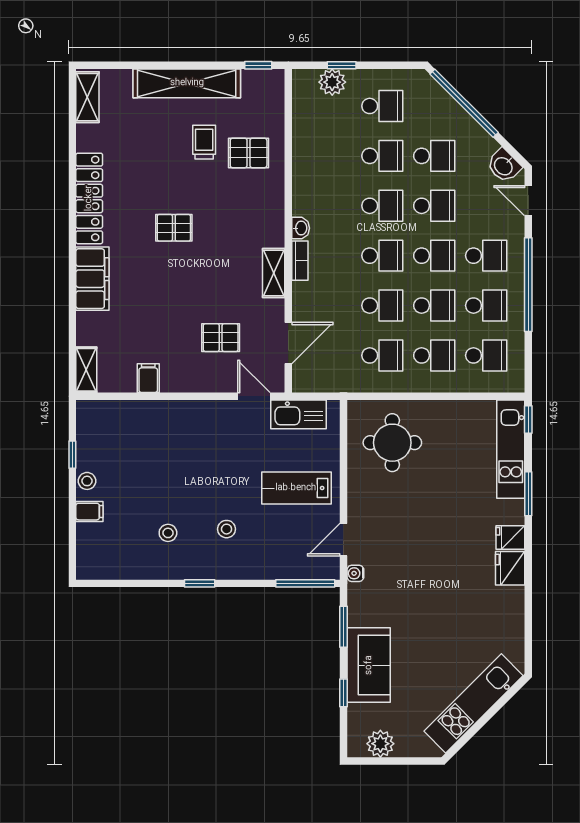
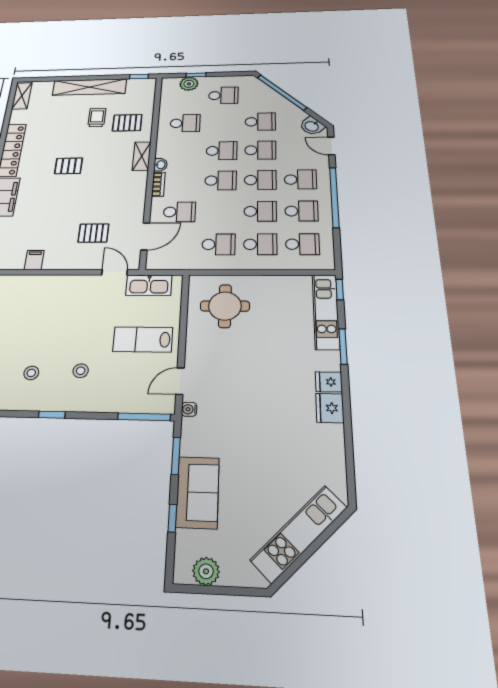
school desk: (382, 156) -> (185, 123), moved
shelving: (274, 273) -> (142, 156), moved
school desk: (382, 306) -> (179, 212), moved

